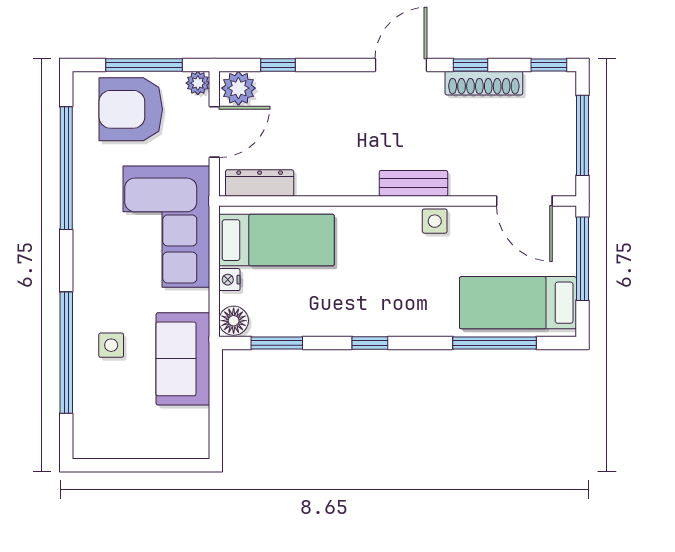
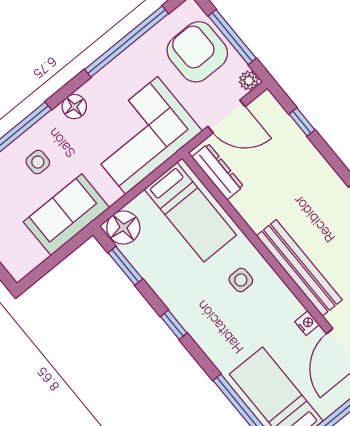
plant: (238, 88) -> (267, 109), removed
bench: (413, 183) -> (299, 268), width x1.86, depth x1.21
side table: (435, 221) -> (241, 280), moved
floor lamp: (87, 268) -> (74, 107), added
nightstand: (229, 280) -> (307, 323), moved, turned 90
floor lamp: (234, 321) -> (123, 227), width x1.38, depth x1.38

